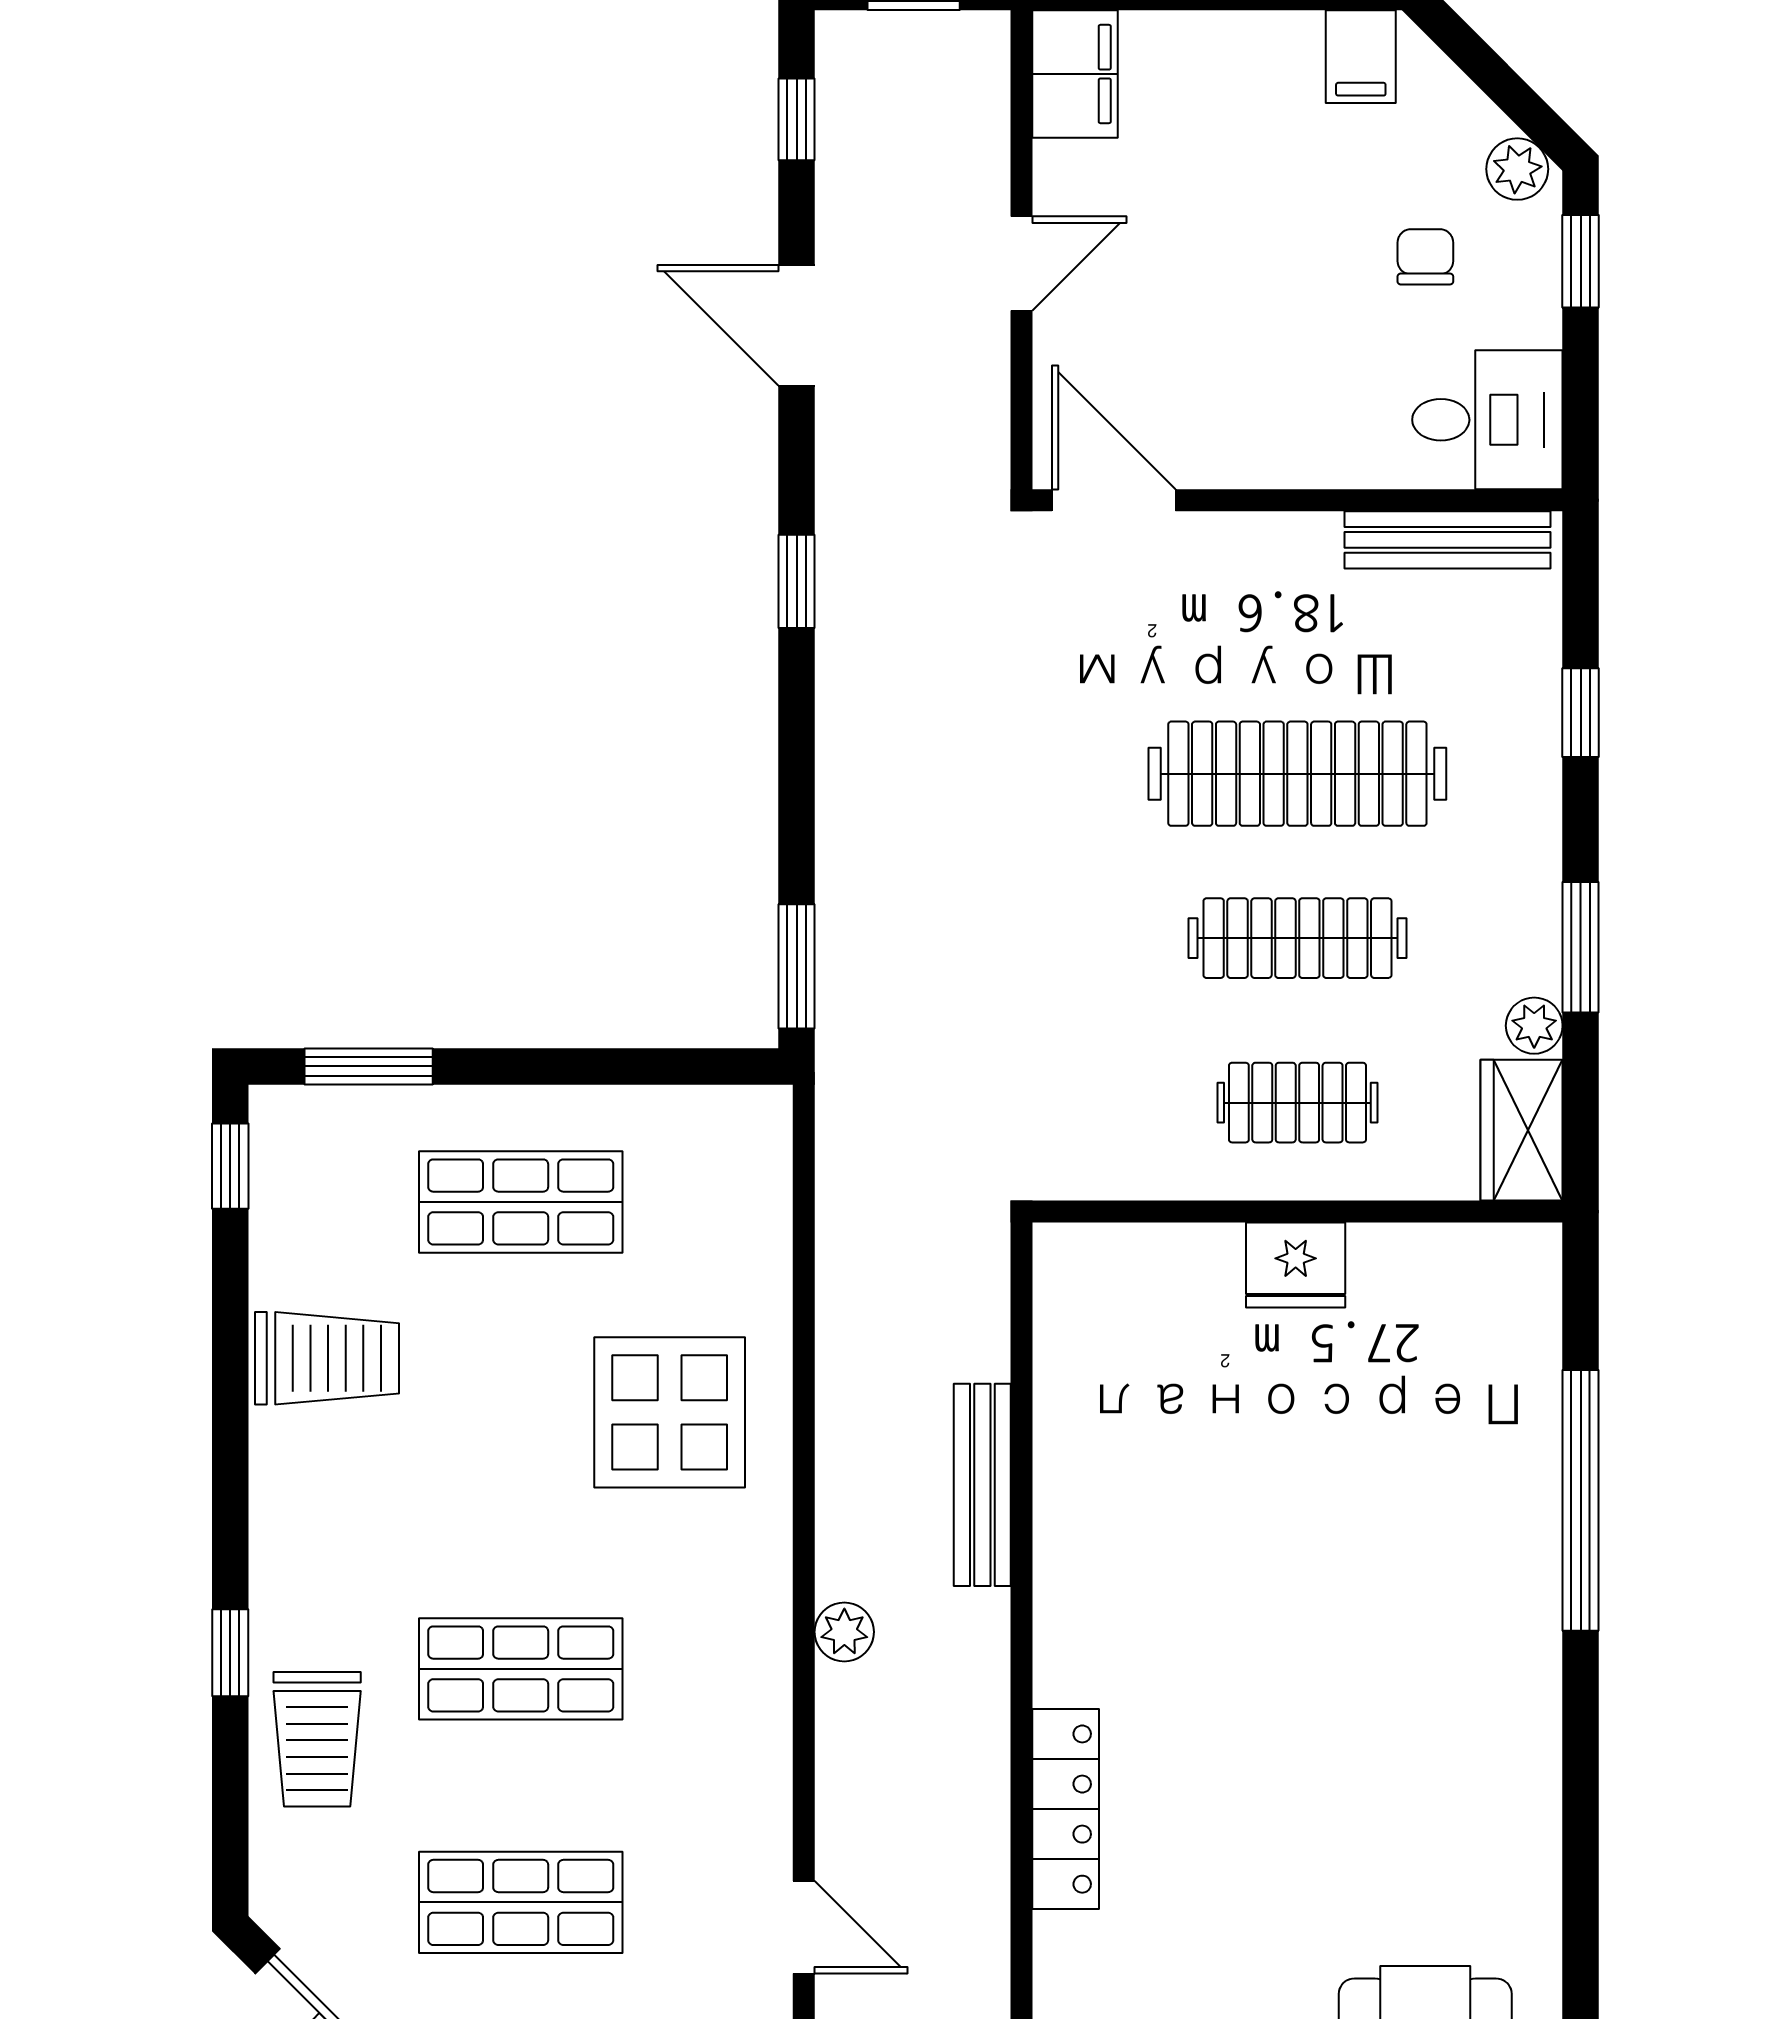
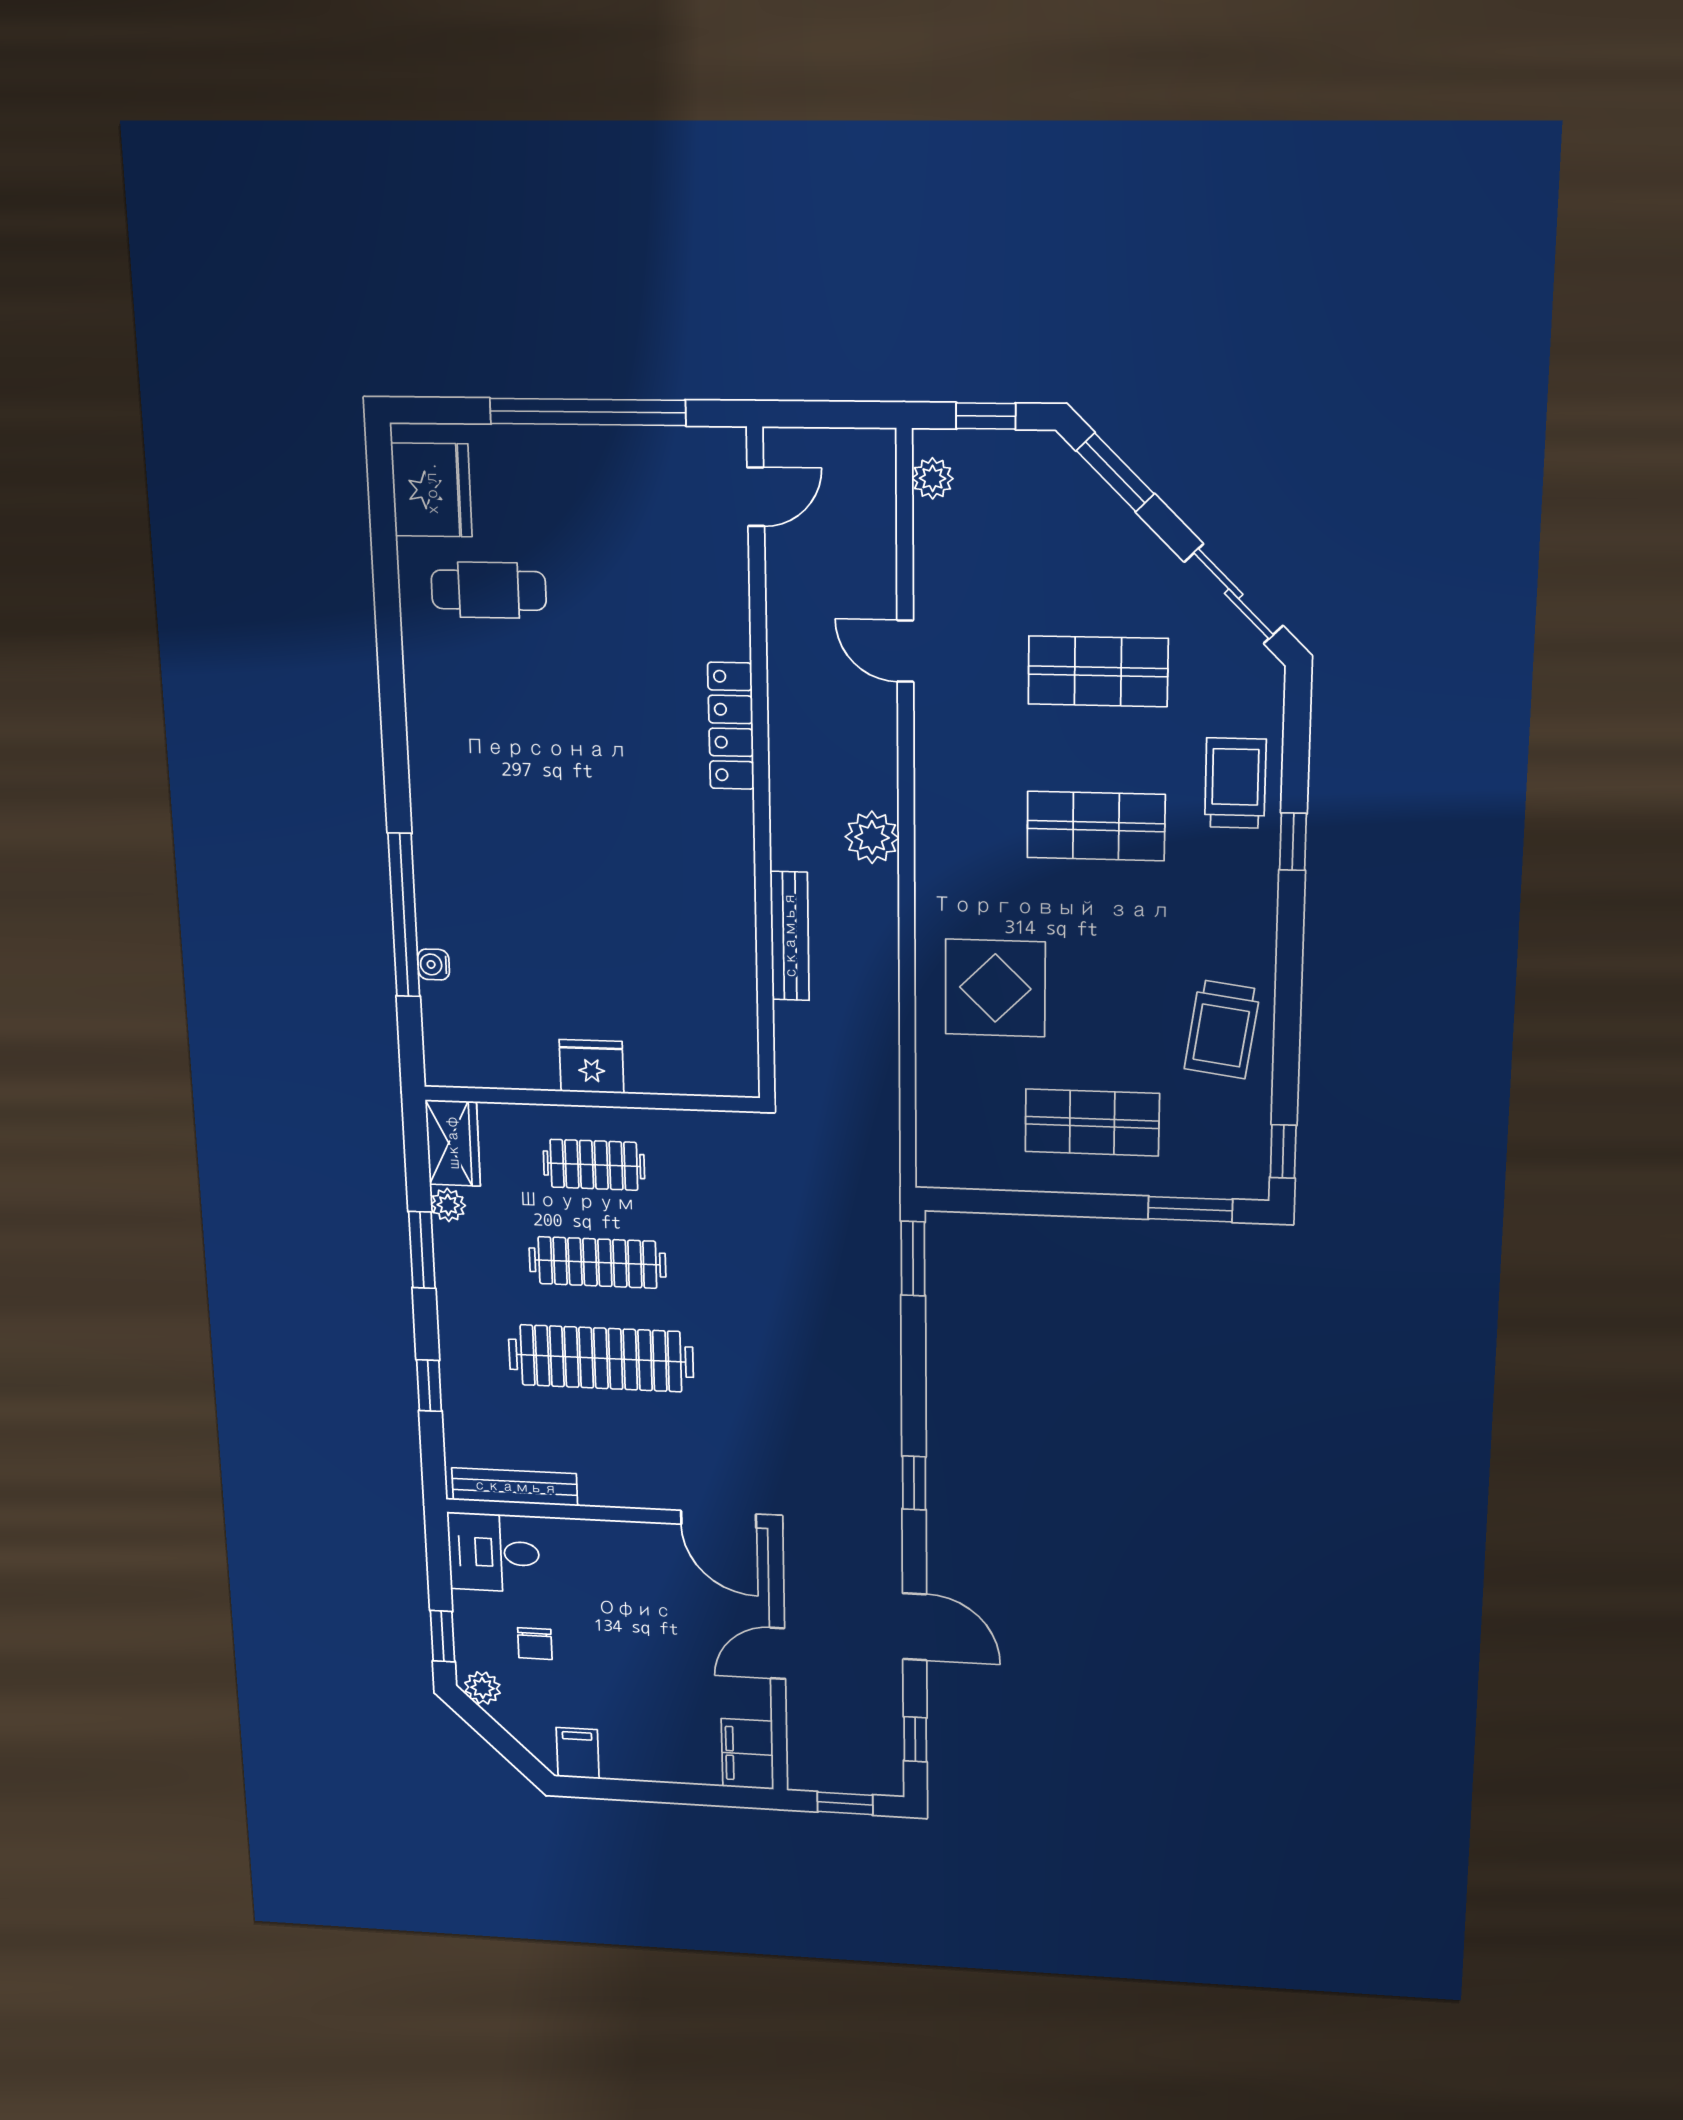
trolley: (327, 1358) -> (1222, 1029), turned -82
water cooler: (1538, 1423) -> (434, 965), added
plant: (844, 1632) -> (872, 837), width x1.38, depth x1.38

